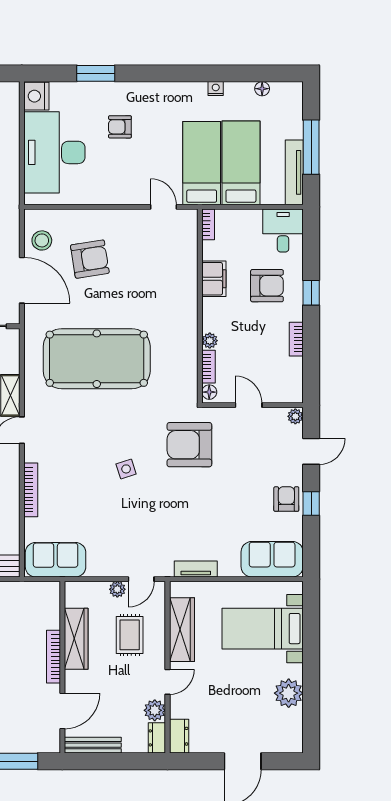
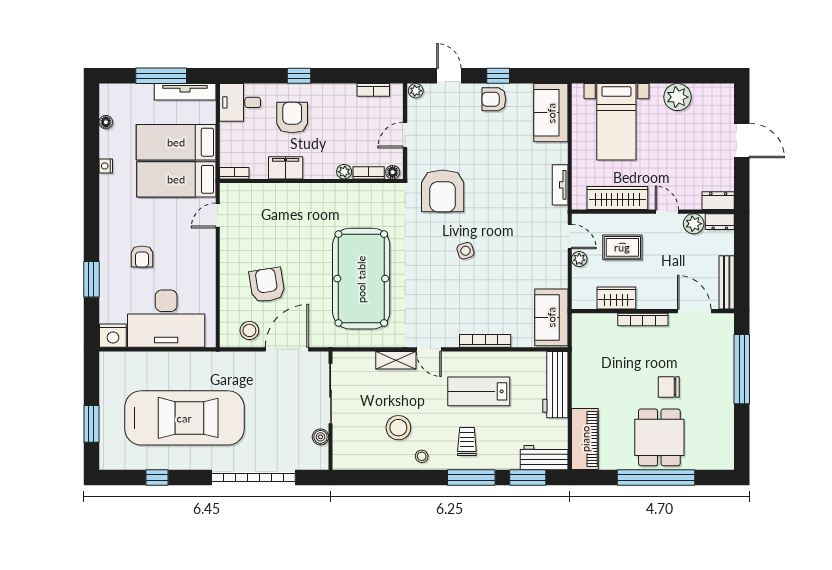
bookcase: (296, 339) -> (373, 90), moved
wardrobe: (76, 639) -> (616, 298), width x0.67

